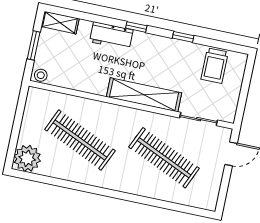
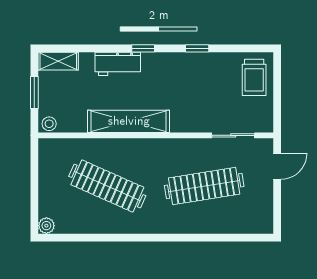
trolley: (215, 66) -> (254, 77), moved
shelving: (144, 95) -> (129, 121), moved
plant: (27, 158) -> (46, 226), width x0.53, depth x0.53
clothes rail: (164, 158) -> (204, 186), turned -33

